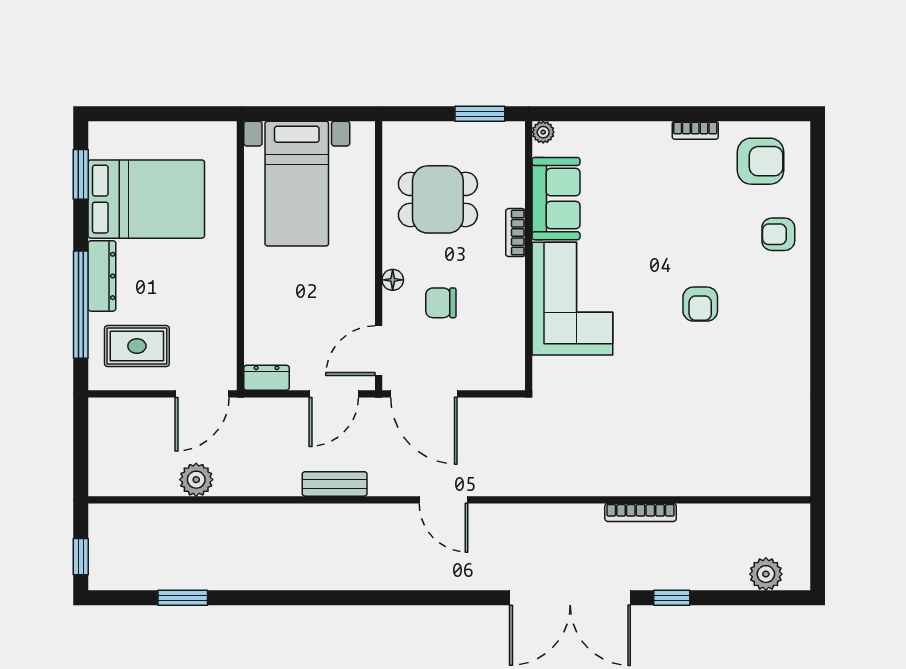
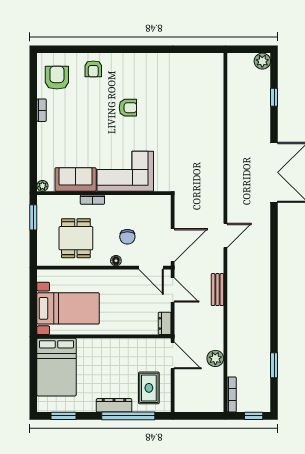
bed: (146, 199) -> (56, 367), moved, turned 180
bookcase: (641, 512) -> (232, 395), moved
plant: (766, 574) -> (262, 61), moved
window: (672, 598) -> (274, 97), moved

